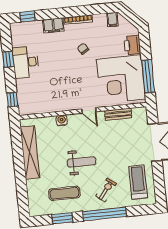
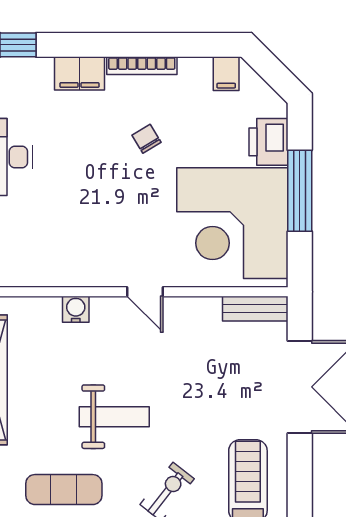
window: (148, 76) -> (300, 191), moved
bench: (118, 114) -> (255, 309), moved

